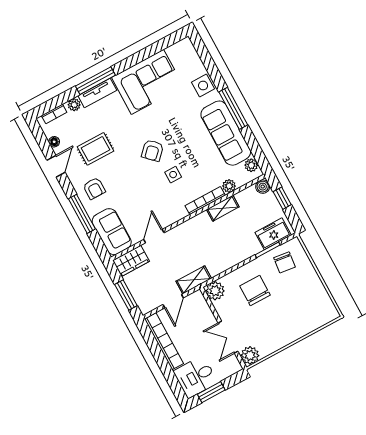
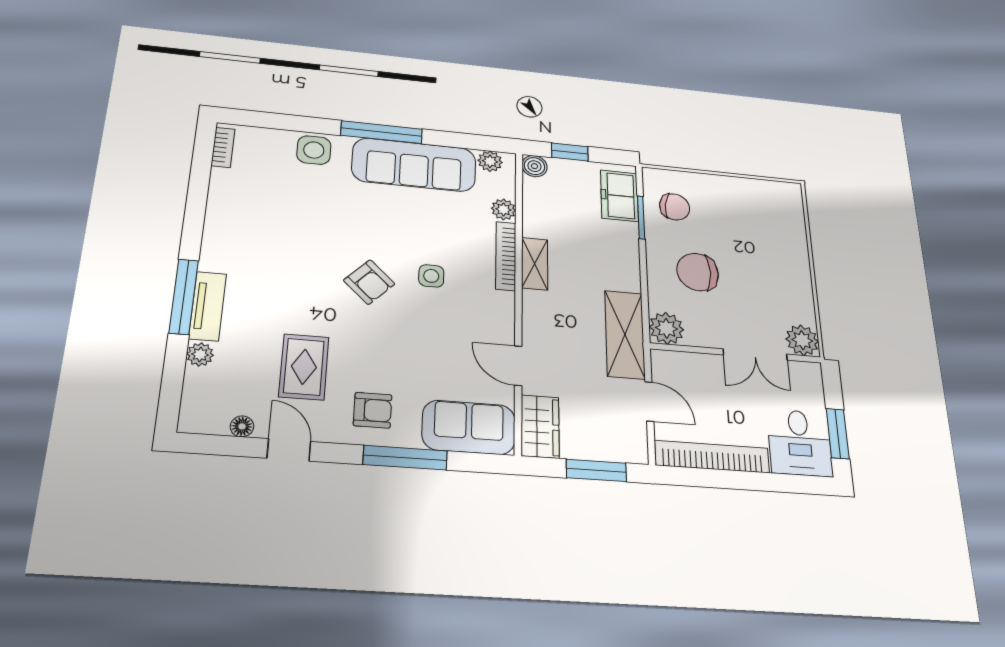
corner sofa: (147, 82) -> (247, 222), removed
bookcase: (54, 114) -> (223, 147), moved
shelving: (223, 208) -> (535, 264), moved
shelving: (194, 280) -> (625, 334), width x1.50, depth x1.33

